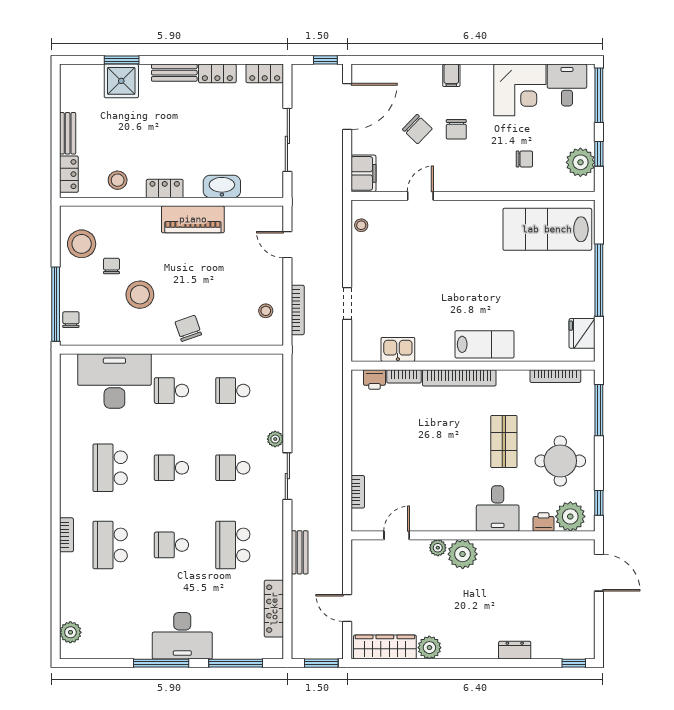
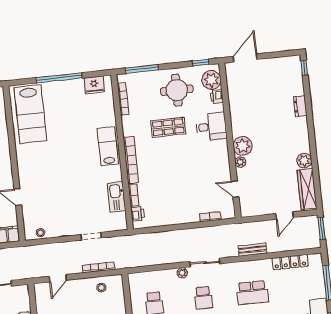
kitchen sink: (398, 349) -> (116, 197), width x1.38

